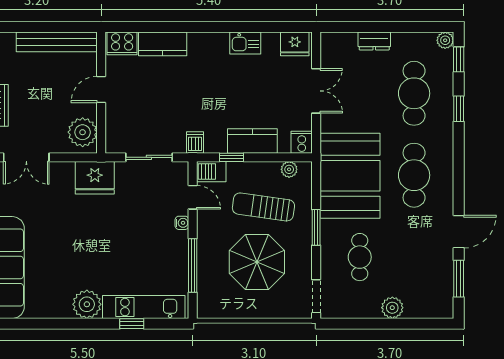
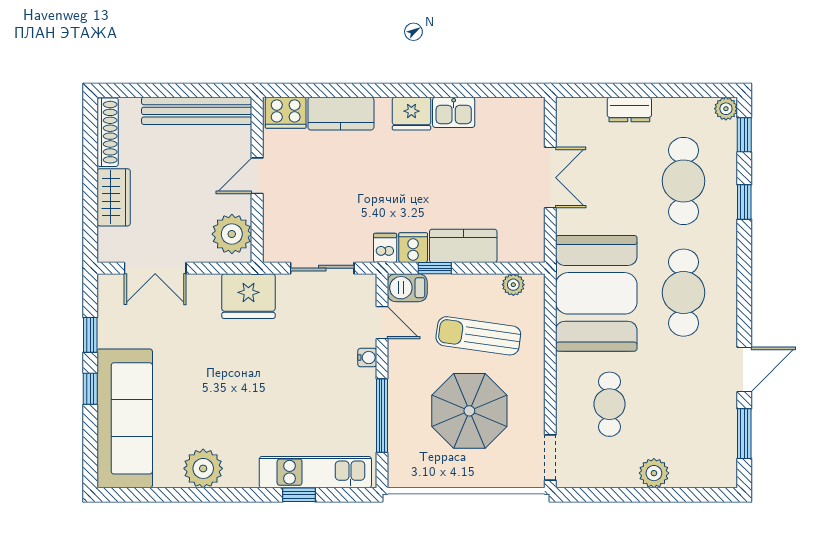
fridge: (295, 44) -> (411, 114), moved
cooker: (302, 142) -> (413, 248), moved
window: (316, 227) -> (550, 364), removed
plant: (87, 304) -> (203, 468), moved

